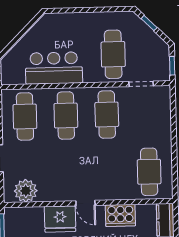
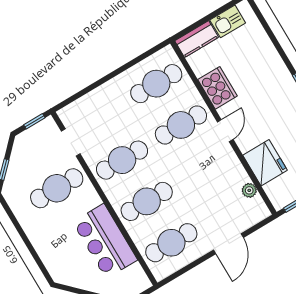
cafe table: (108, 173) -> (181, 125), added
plant: (26, 191) -> (249, 190), width x0.53, depth x0.53
fridge: (60, 219) -> (265, 163), moved

